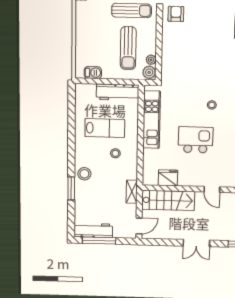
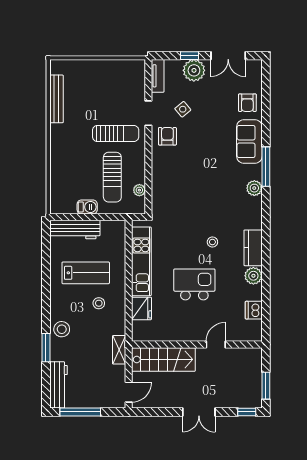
plant: (149, 72) -> (137, 205), removed
barbecue: (93, 73) -> (87, 207), moved
workbench: (118, 92) -> (75, 230), moved
fridge: (168, 178) -> (141, 308), moved, turned 90
door: (212, 189) -> (216, 344), swing flipped
workbench: (93, 230) -> (59, 385), moved, turned 90

